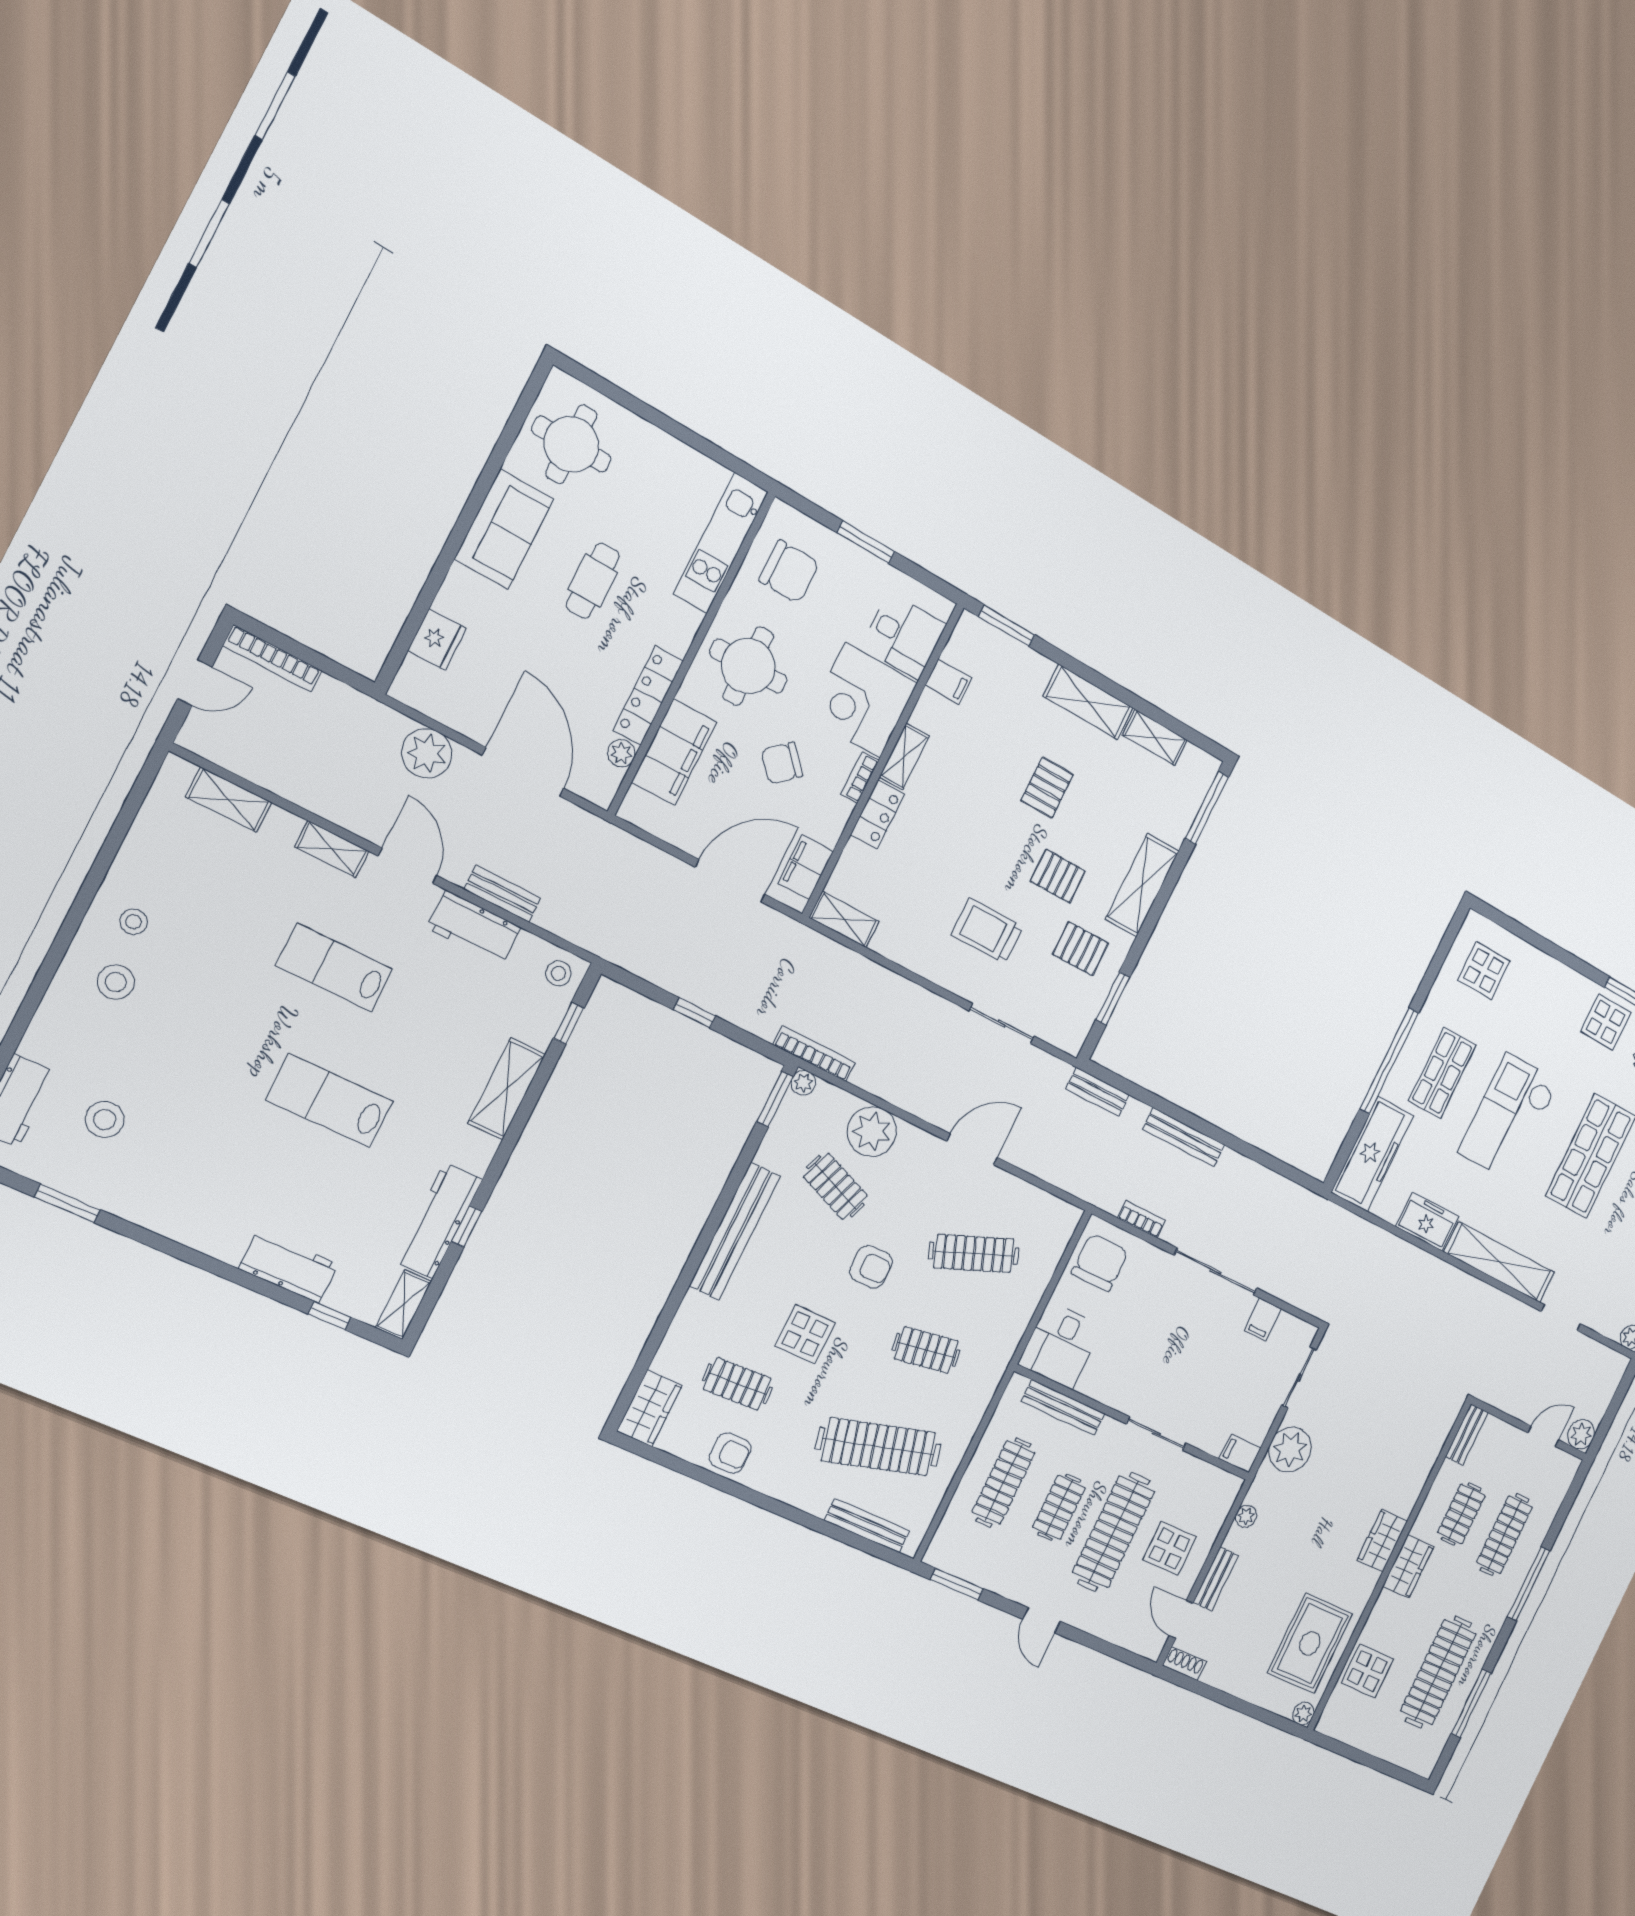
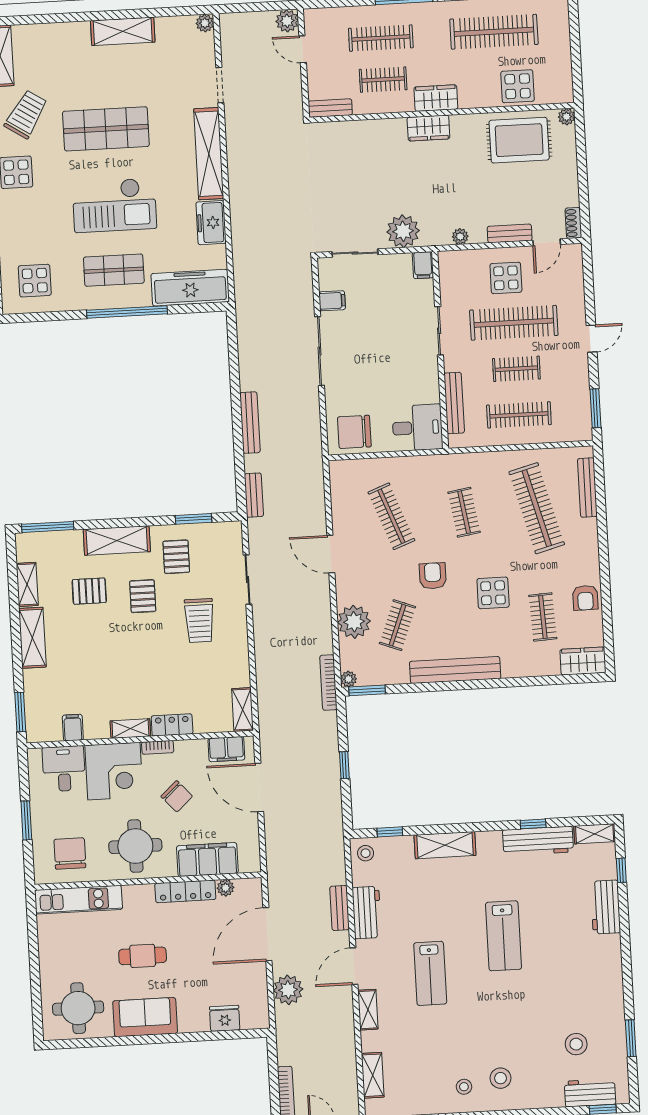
pallet: (1047, 788) -> (89, 591), moved
bookcase: (1141, 1219) -> (314, 420), removed
armchair: (730, 1453) -> (585, 598), turned 180

